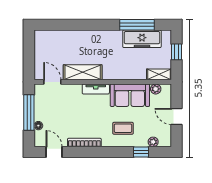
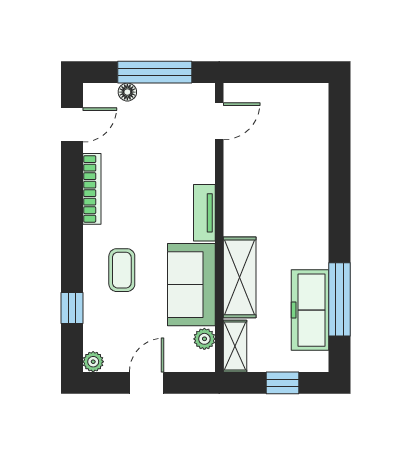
shelving: (83, 72) -> (240, 277), moved
plant: (153, 142) -> (93, 362), moved

